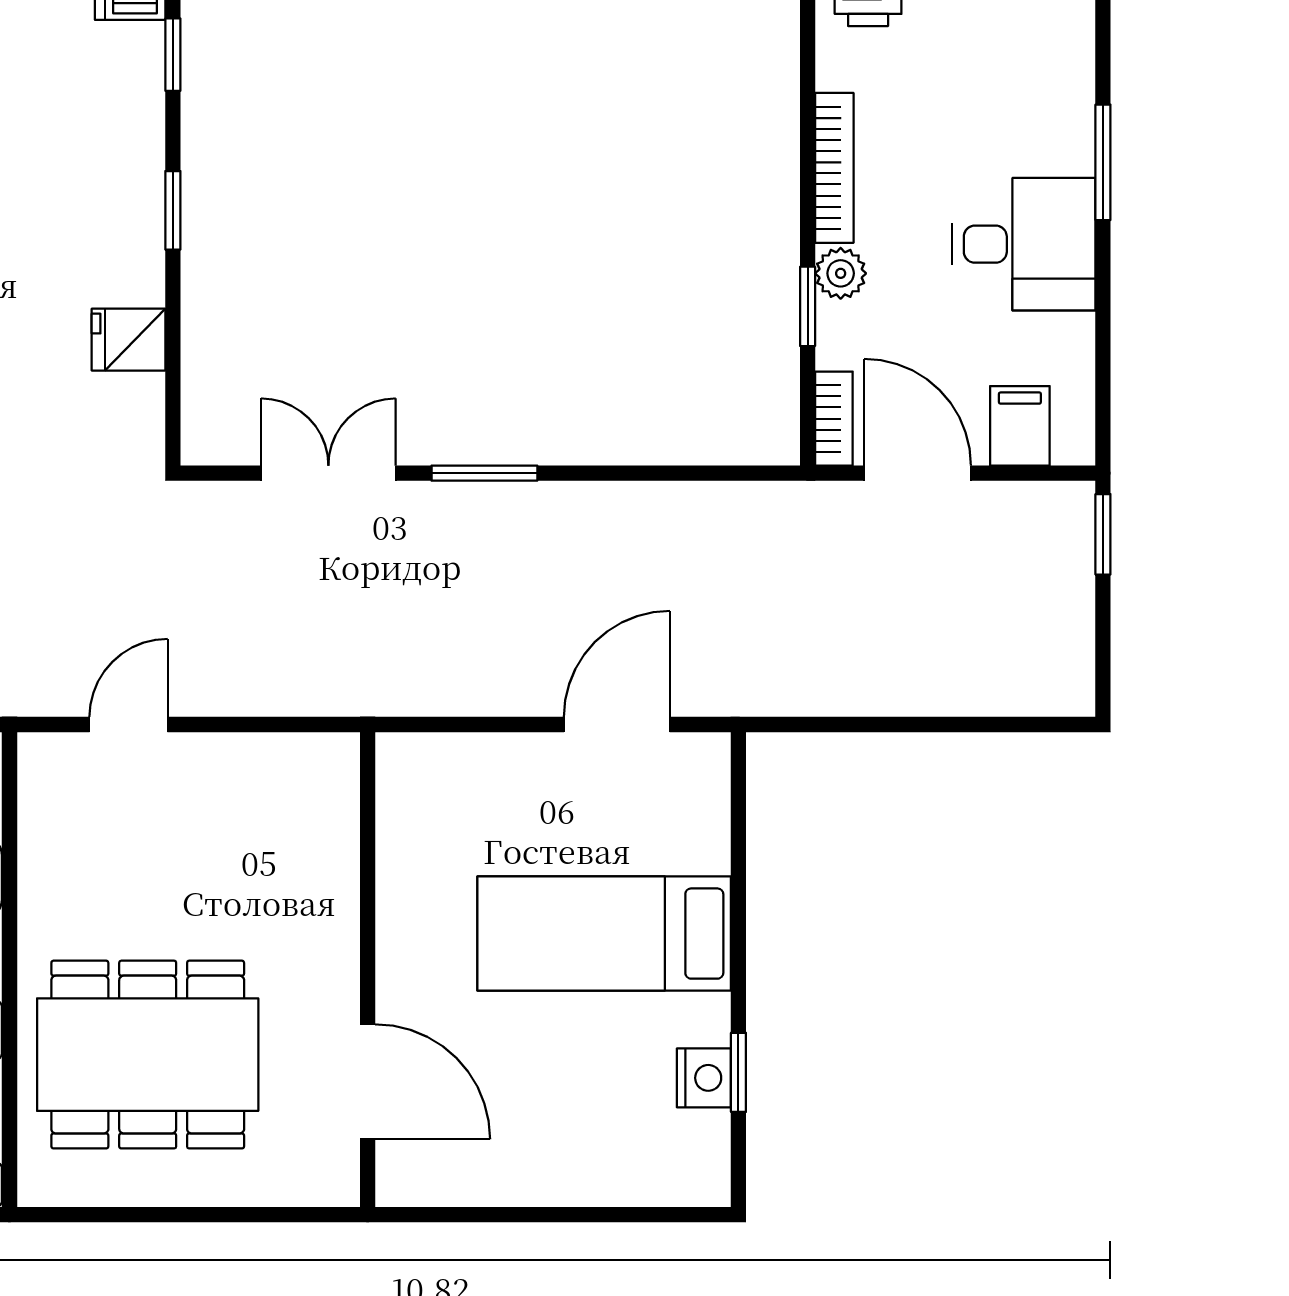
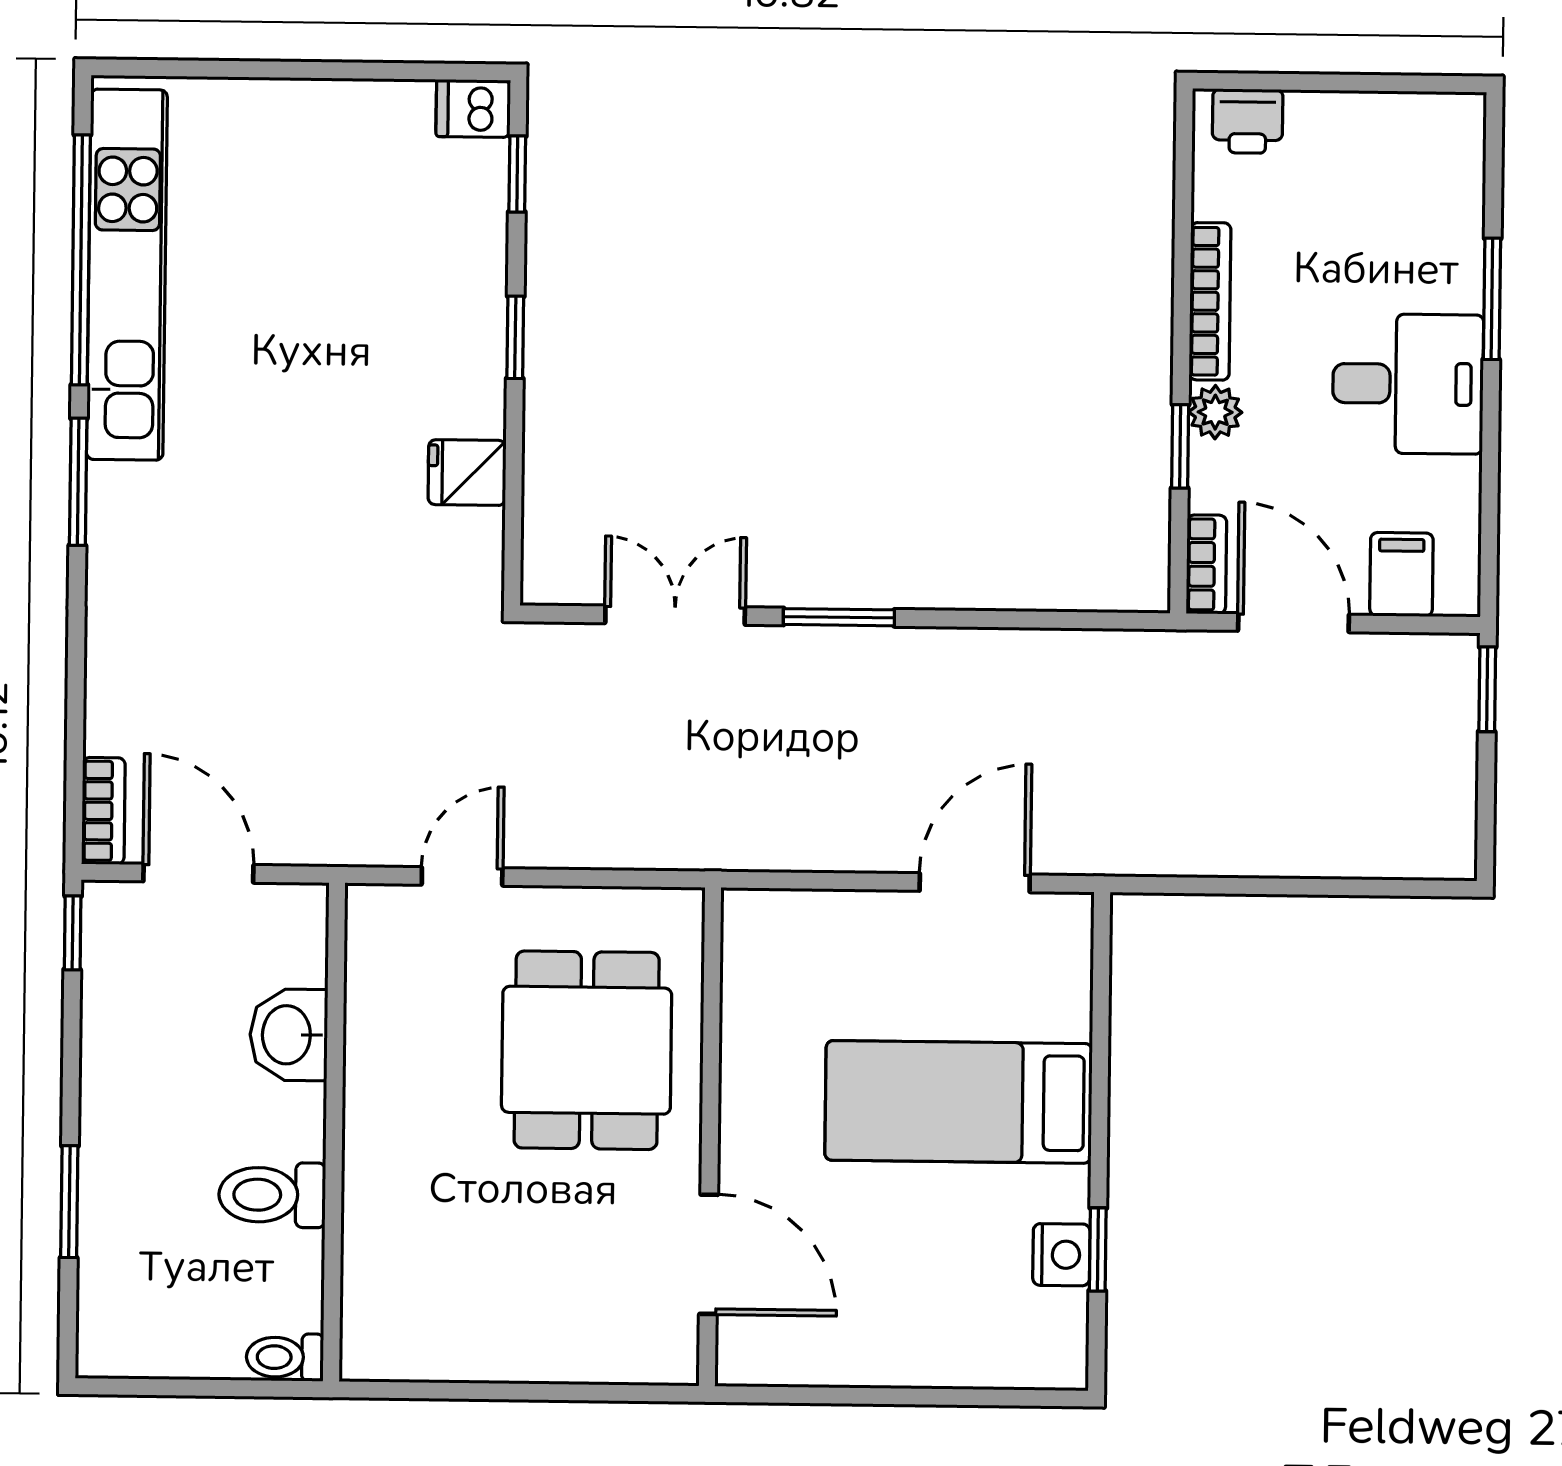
dining table: (148, 1055) -> (587, 1050), moved, width x0.73

